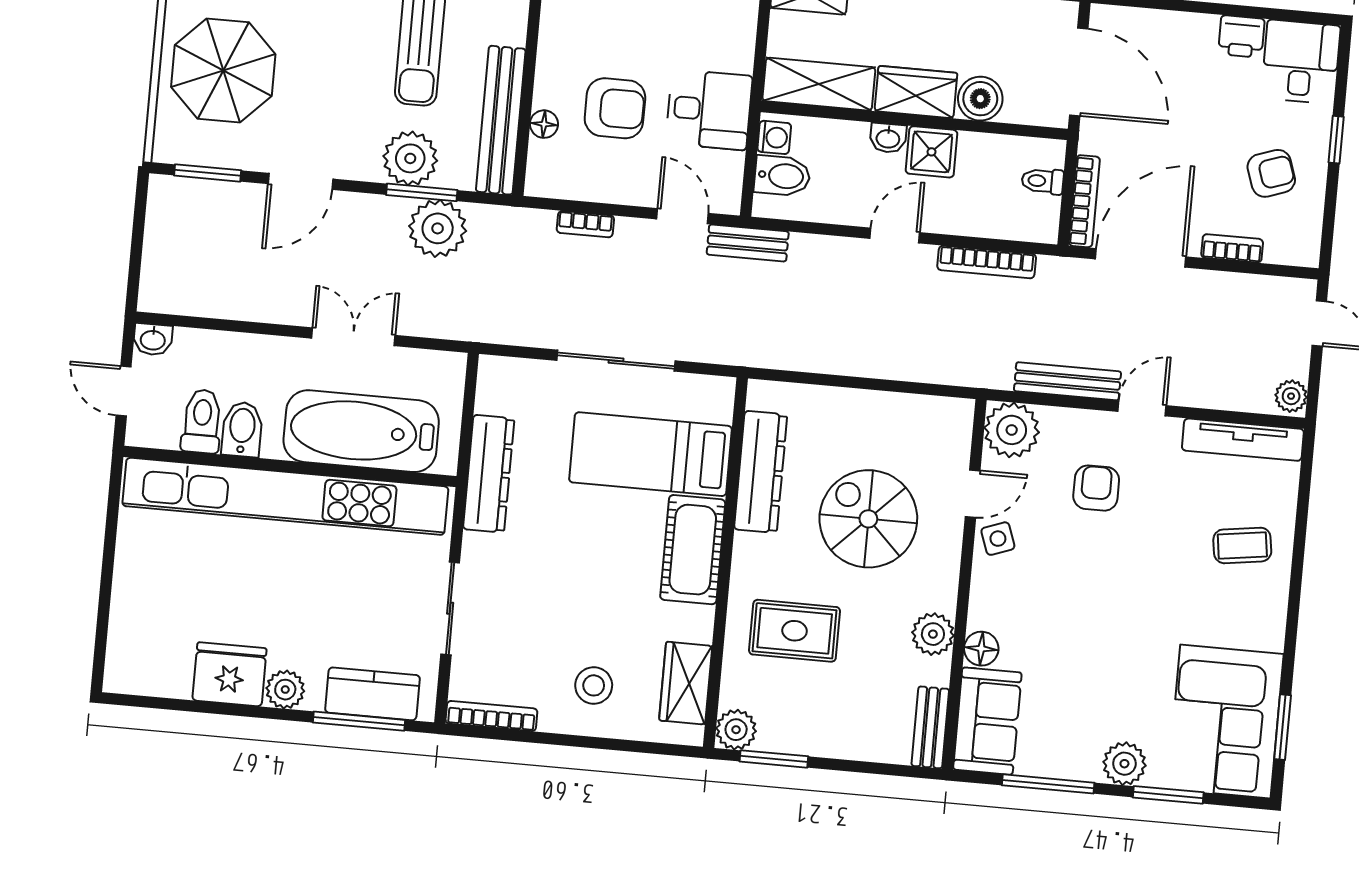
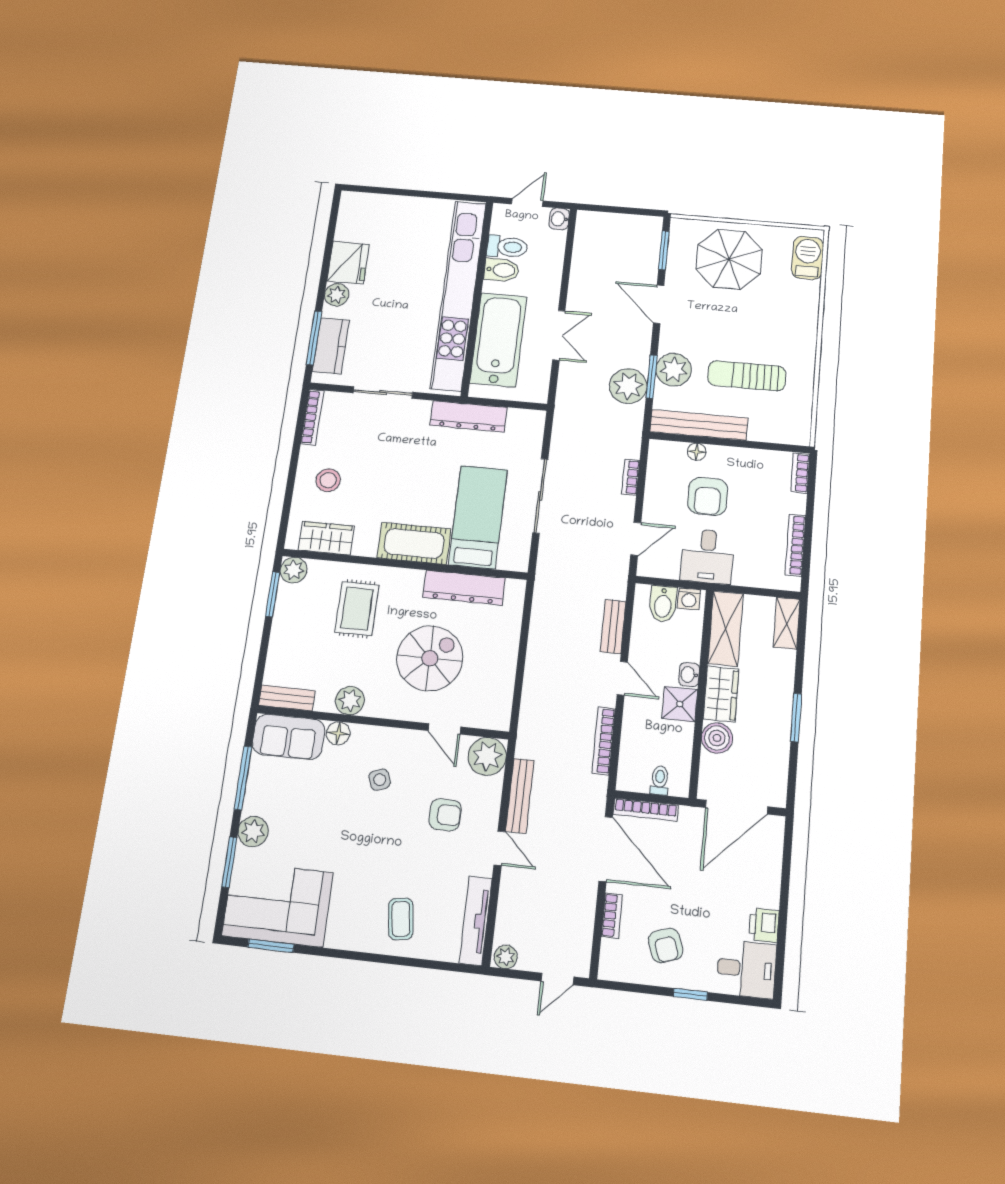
bench: (748, 243) -> (613, 627), moved
side table: (998, 539) -> (380, 780), moved

